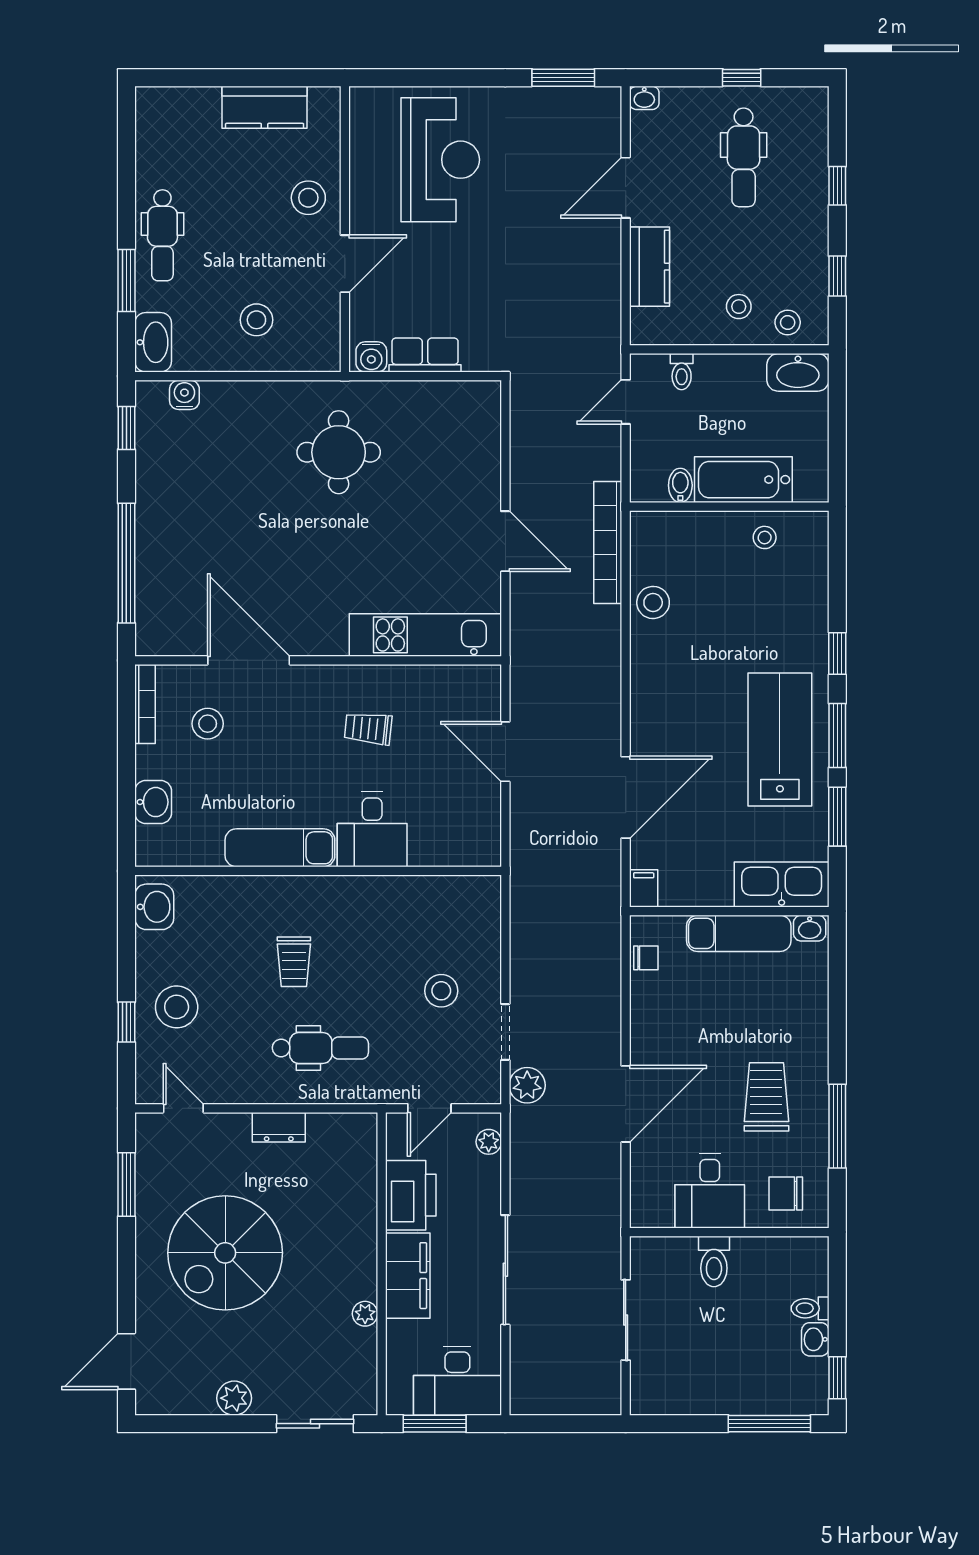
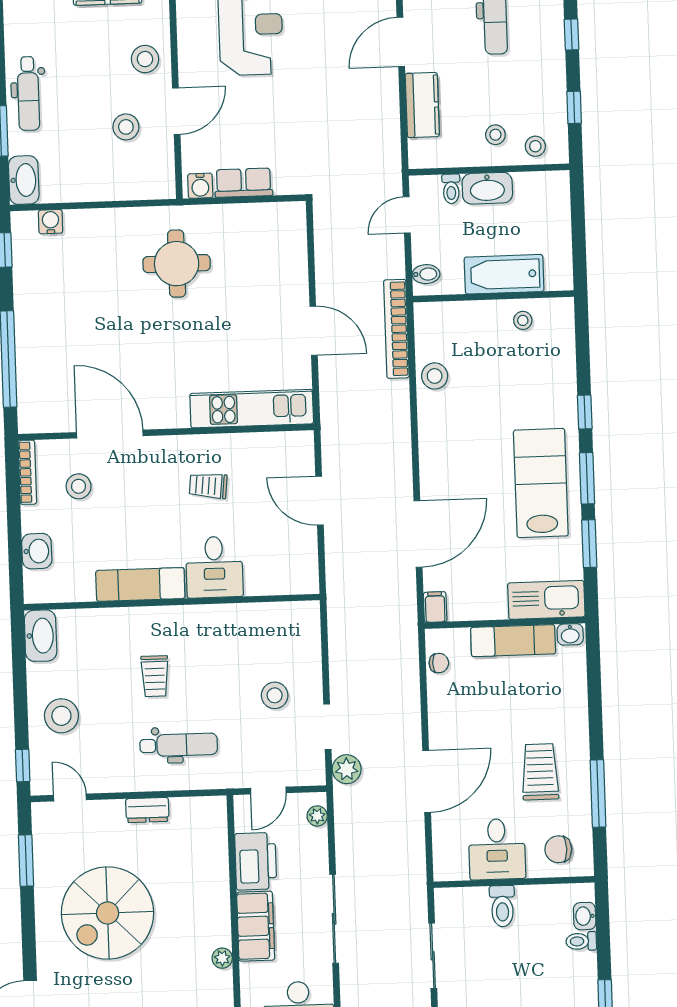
stool: (256, 320) -> (126, 127), moved
washbasin: (798, 372) -> (487, 188), moved
bidet: (680, 485) -> (426, 274), moved, turned 90
washbasin: (154, 907) -> (41, 636), width x1.38
window: (126, 1022) -> (23, 765), moved
washbasin: (815, 1339) -> (585, 916), moved

